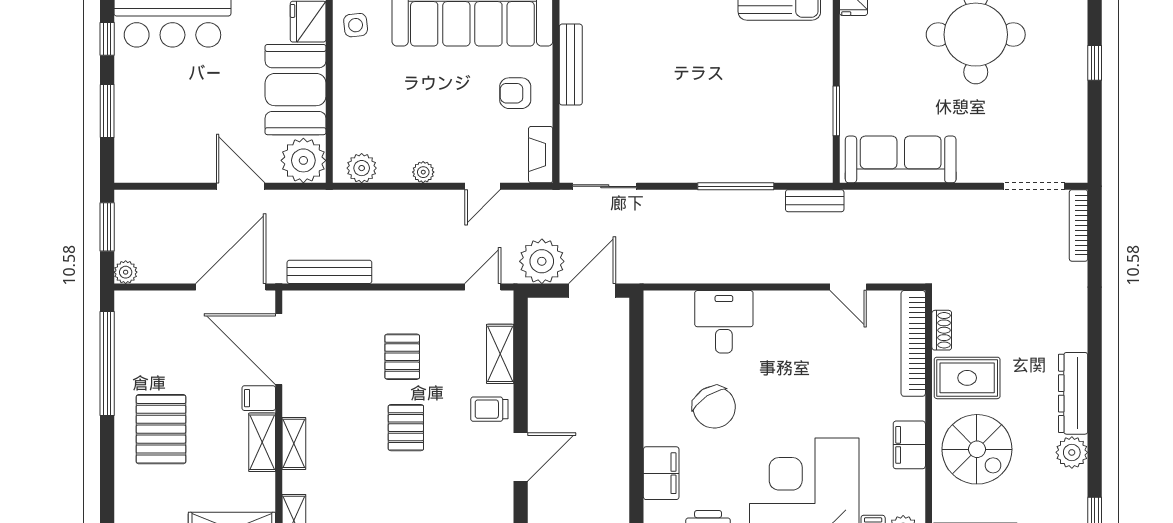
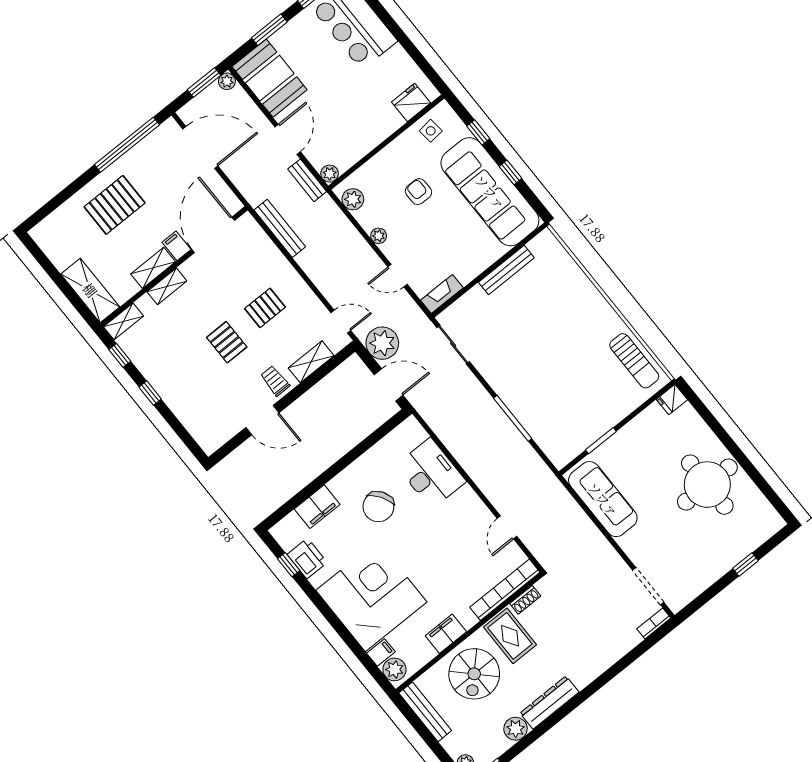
booth: (296, 90) -> (270, 78), moved, turned 90
armchair: (515, 93) -> (418, 192), moved
plant: (303, 160) -> (330, 174), width x0.53, depth x0.53
bench: (815, 201) -> (307, 180), moved
bookcase: (1079, 225) -> (654, 623), width x0.64
plant: (126, 272) -> (227, 81), moved
door: (231, 287) -> (200, 147), moved
desk: (724, 322) -> (431, 473), width x1.37
pallet: (406, 428) -> (227, 342), turned 90

